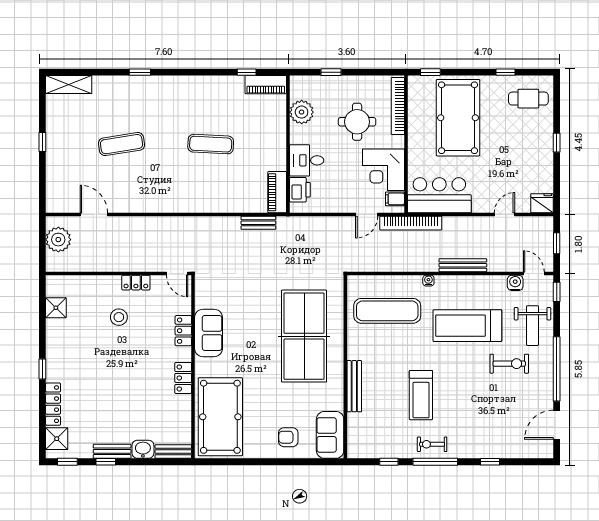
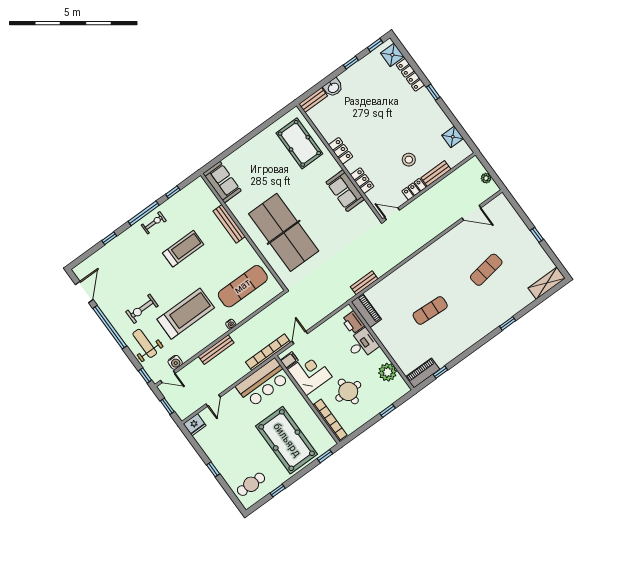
plant: (58, 240) -> (486, 178), width x0.53, depth x0.53
treadmill: (421, 395) -> (183, 249), turned 90
pool table: (220, 417) -> (299, 143), width x0.73, depth x0.76
armchair: (288, 437) -> (247, 162), removed
bench: (112, 451) -> (436, 173), moved

